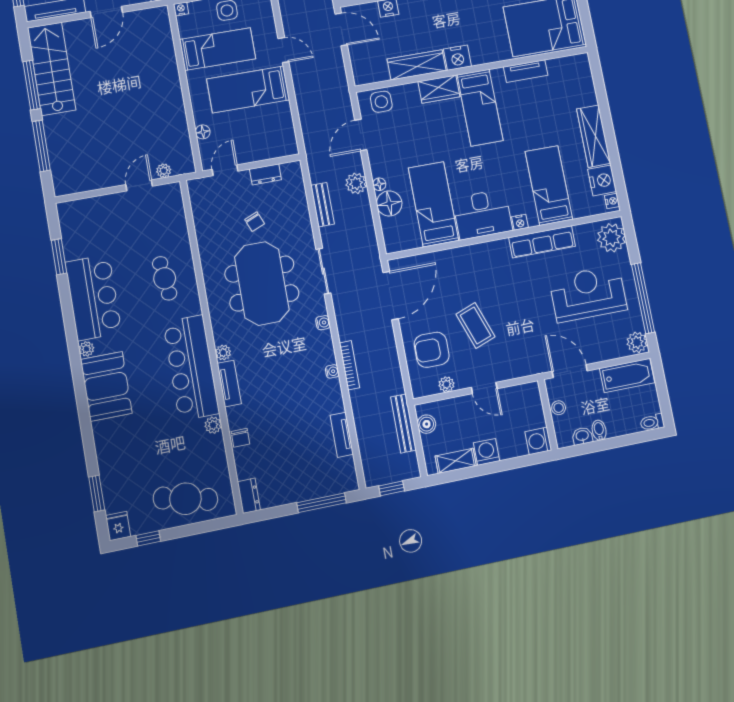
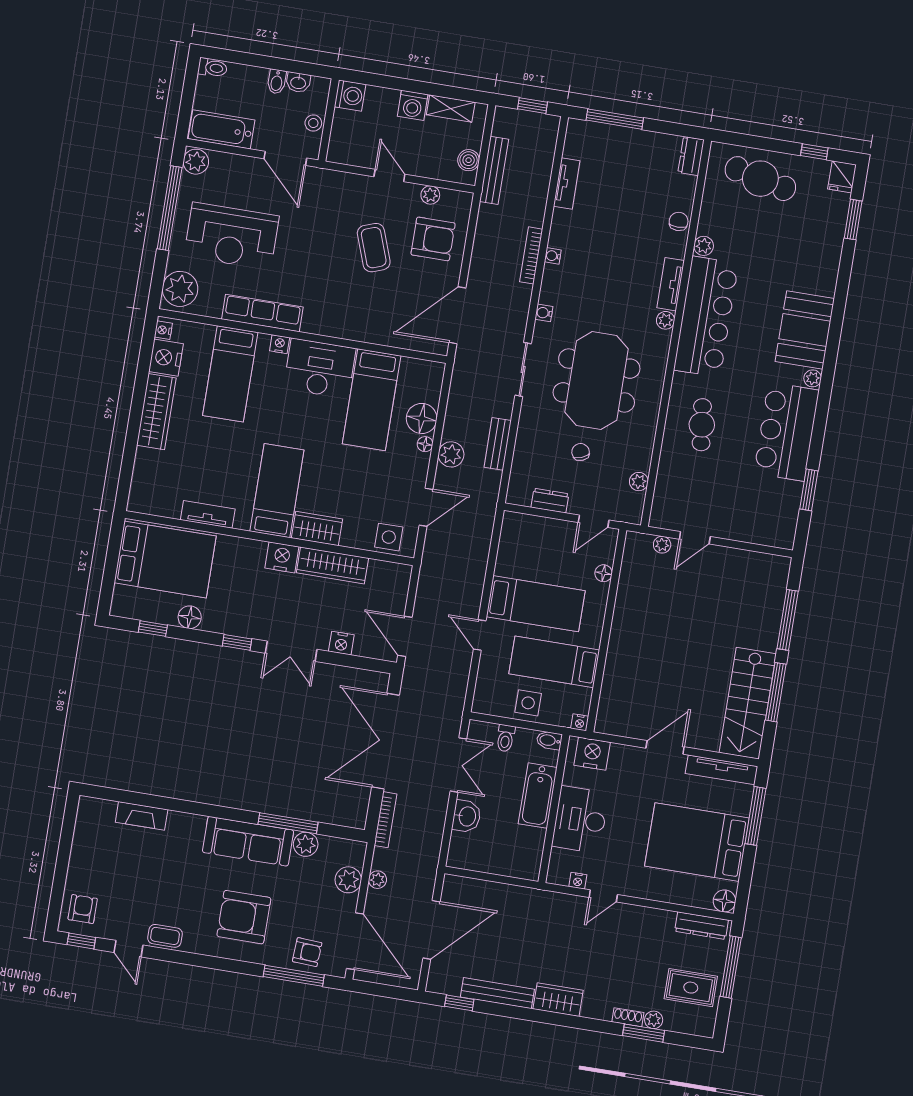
plant: (200, 215) -> (639, 482), added

